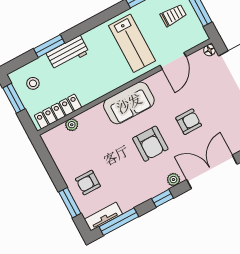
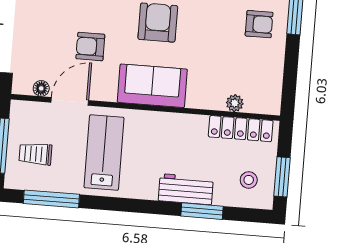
floor lamp: (209, 50) -> (41, 88), moved
armchair: (189, 122) -> (90, 47), moved

